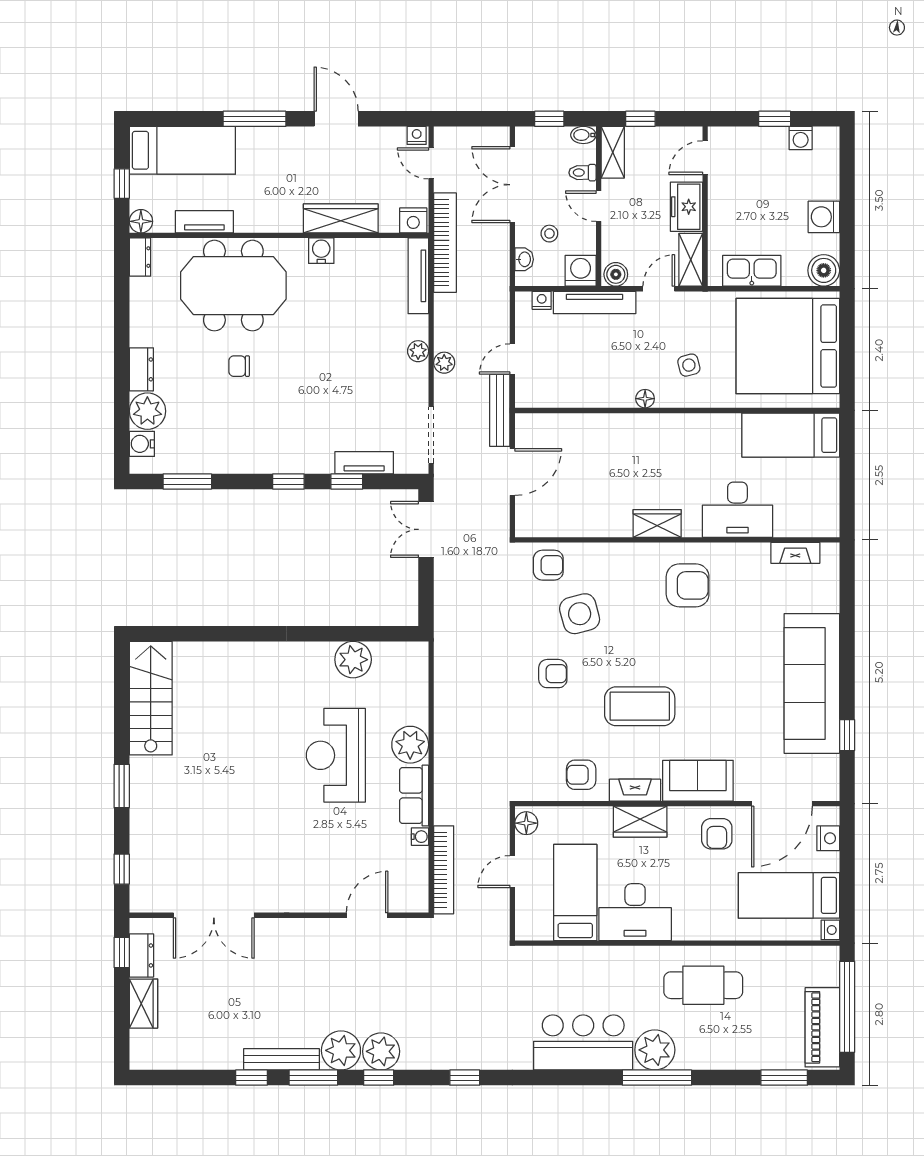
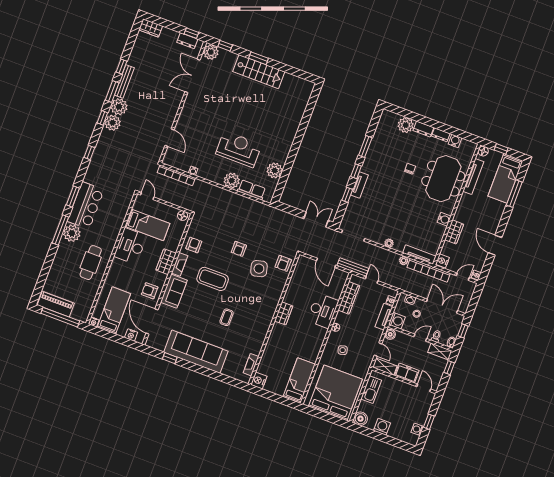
window: (254, 119) -> (514, 194), moved
door: (336, 119) -> (495, 245), swing flipped
wardrobe: (341, 218) -> (454, 232), width x0.67
tv unit: (204, 222) -> (473, 177), width x1.41
dresser: (140, 257) -> (441, 135), moved
tv unit: (595, 302) -> (384, 317), width x0.71
plant: (444, 363) -> (404, 261), moved
wardrobe: (570, 394) -> (349, 298), added
water cooler: (142, 444) -> (455, 141), moved
tv unit: (364, 463) -> (360, 185), moved
window: (187, 482) -> (365, 147), moved
desk: (737, 510) -> (323, 311), moved, turned 180
nightstand: (823, 523) -> (259, 381), added
armchair: (688, 585) -> (254, 316), removed
coffee table: (712, 645) -> (227, 317), added
stairs: (151, 698) -> (259, 72), moved
coffee table: (640, 706) -> (213, 279), turned 90
row of seats: (414, 796) -> (252, 190), moved
door: (512, 872) -> (147, 196), moved
plant: (147, 895) -> (211, 52), added
wardrobe: (143, 1004) -> (151, 28), moved
window: (784, 1078) -> (73, 196), moved

